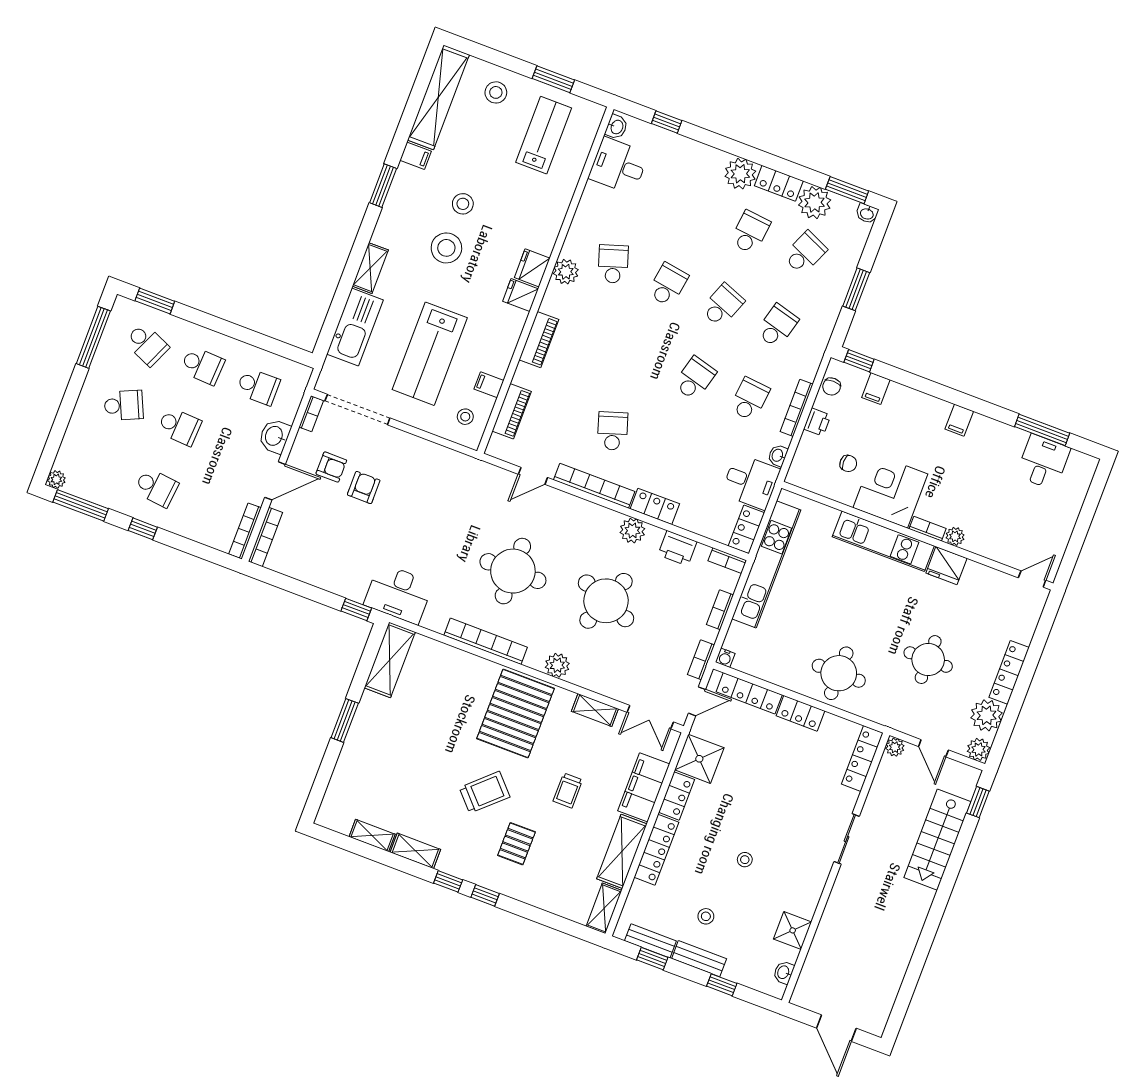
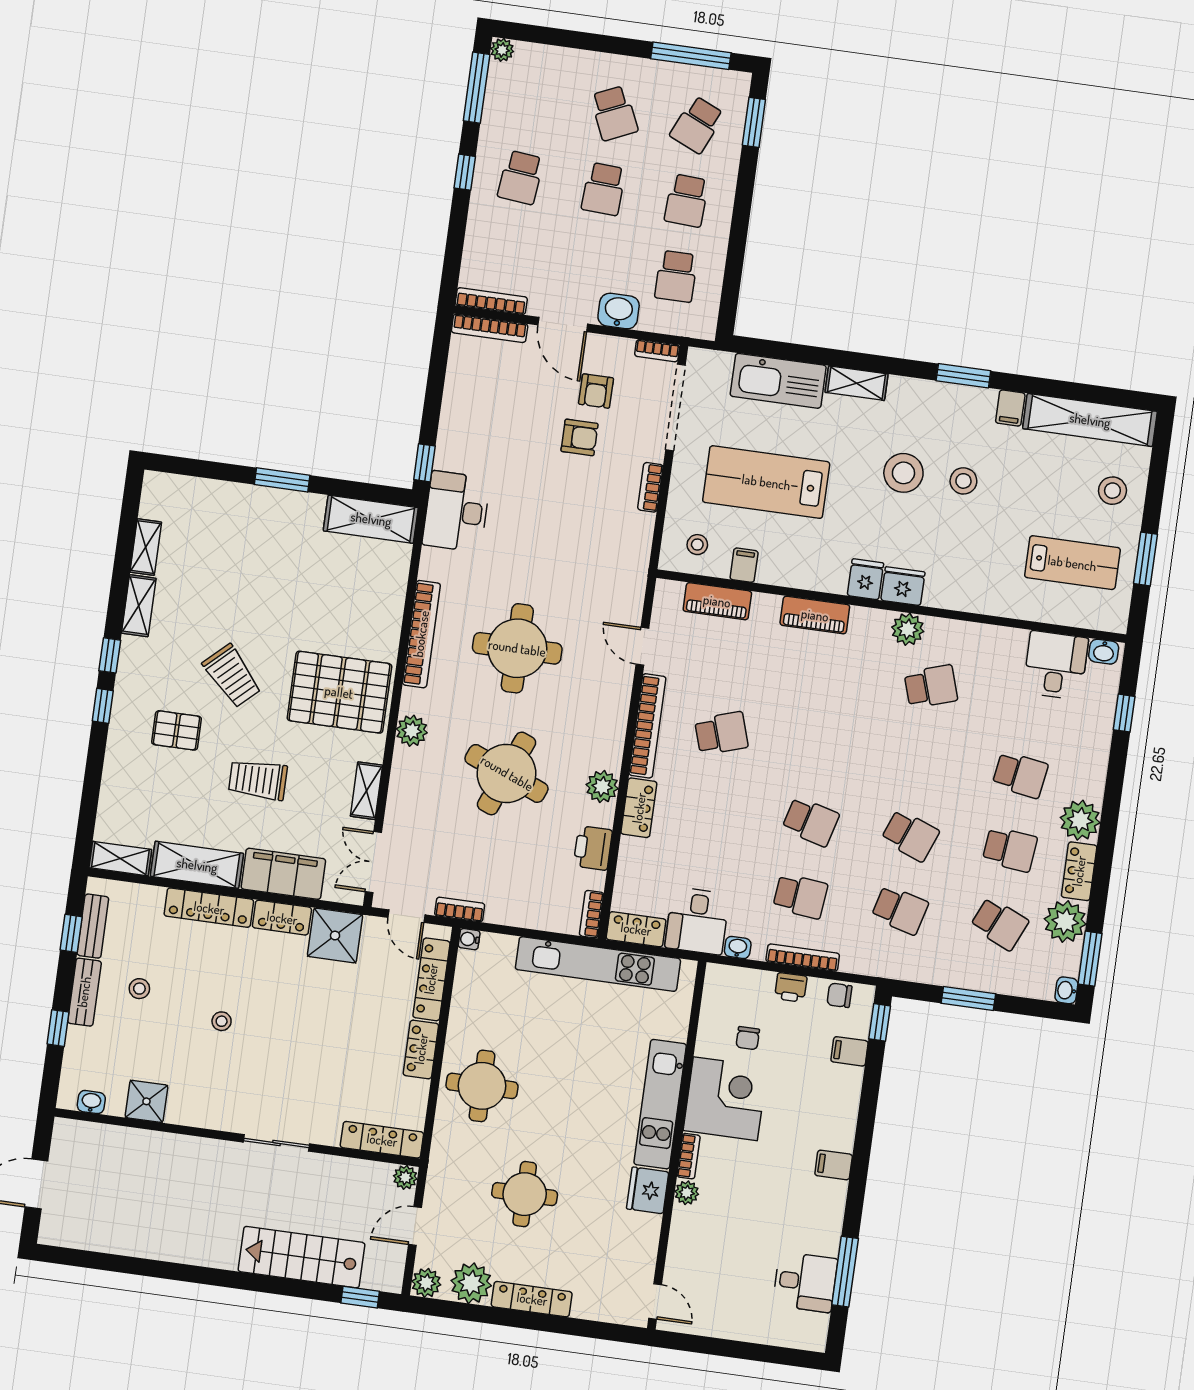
school desk: (668, 285) -> (1020, 775), moved
bookcase: (720, 610) -> (650, 487), moved, turned -90
trolley: (568, 790) -> (258, 780), width x1.36, depth x1.39

